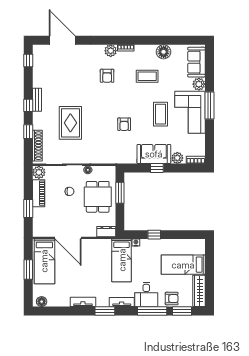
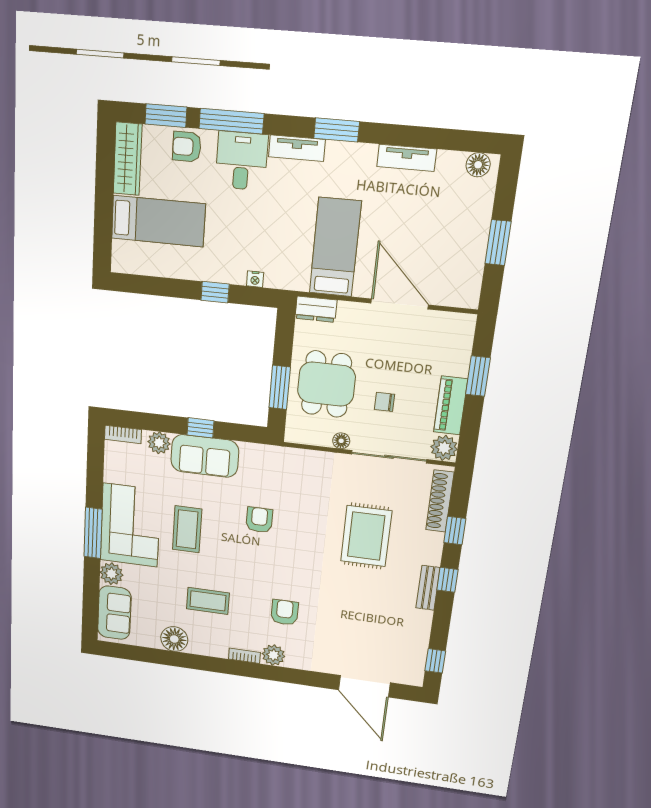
bed: (122, 260) -> (335, 247), moved
bed: (44, 261) -> (459, 257), removed
tv unit: (83, 302) -> (407, 158), moved

